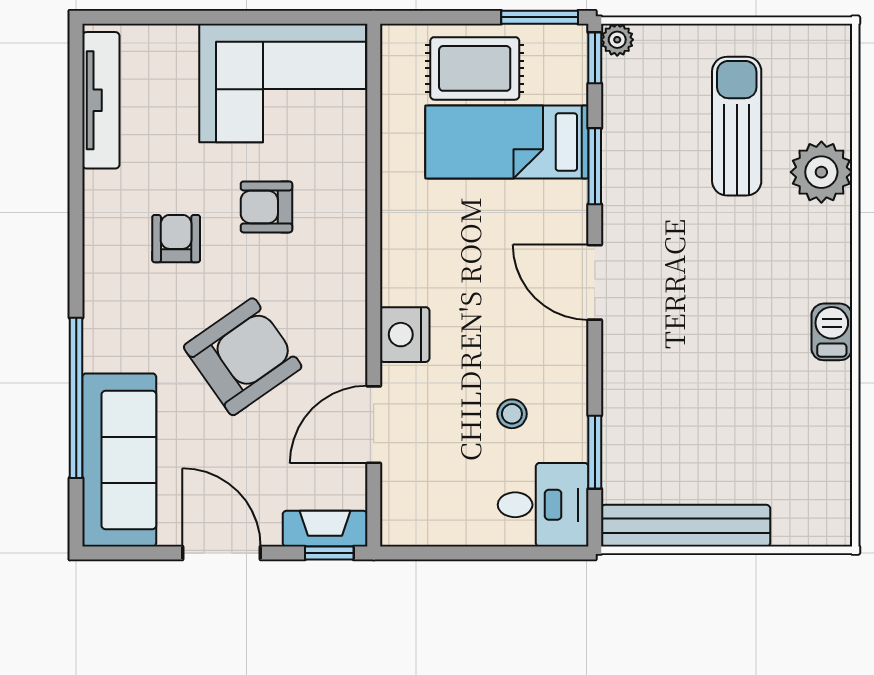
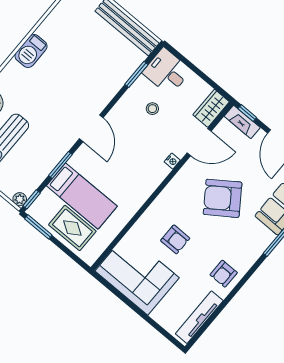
armchair: (176, 239) -> (224, 274), moved
barbecue: (832, 332) -> (31, 51), width x1.38, depth x1.27
nightstand: (405, 335) -> (172, 161), width x0.53, depth x0.56
wardrobe: (404, 506) -> (211, 108), added

